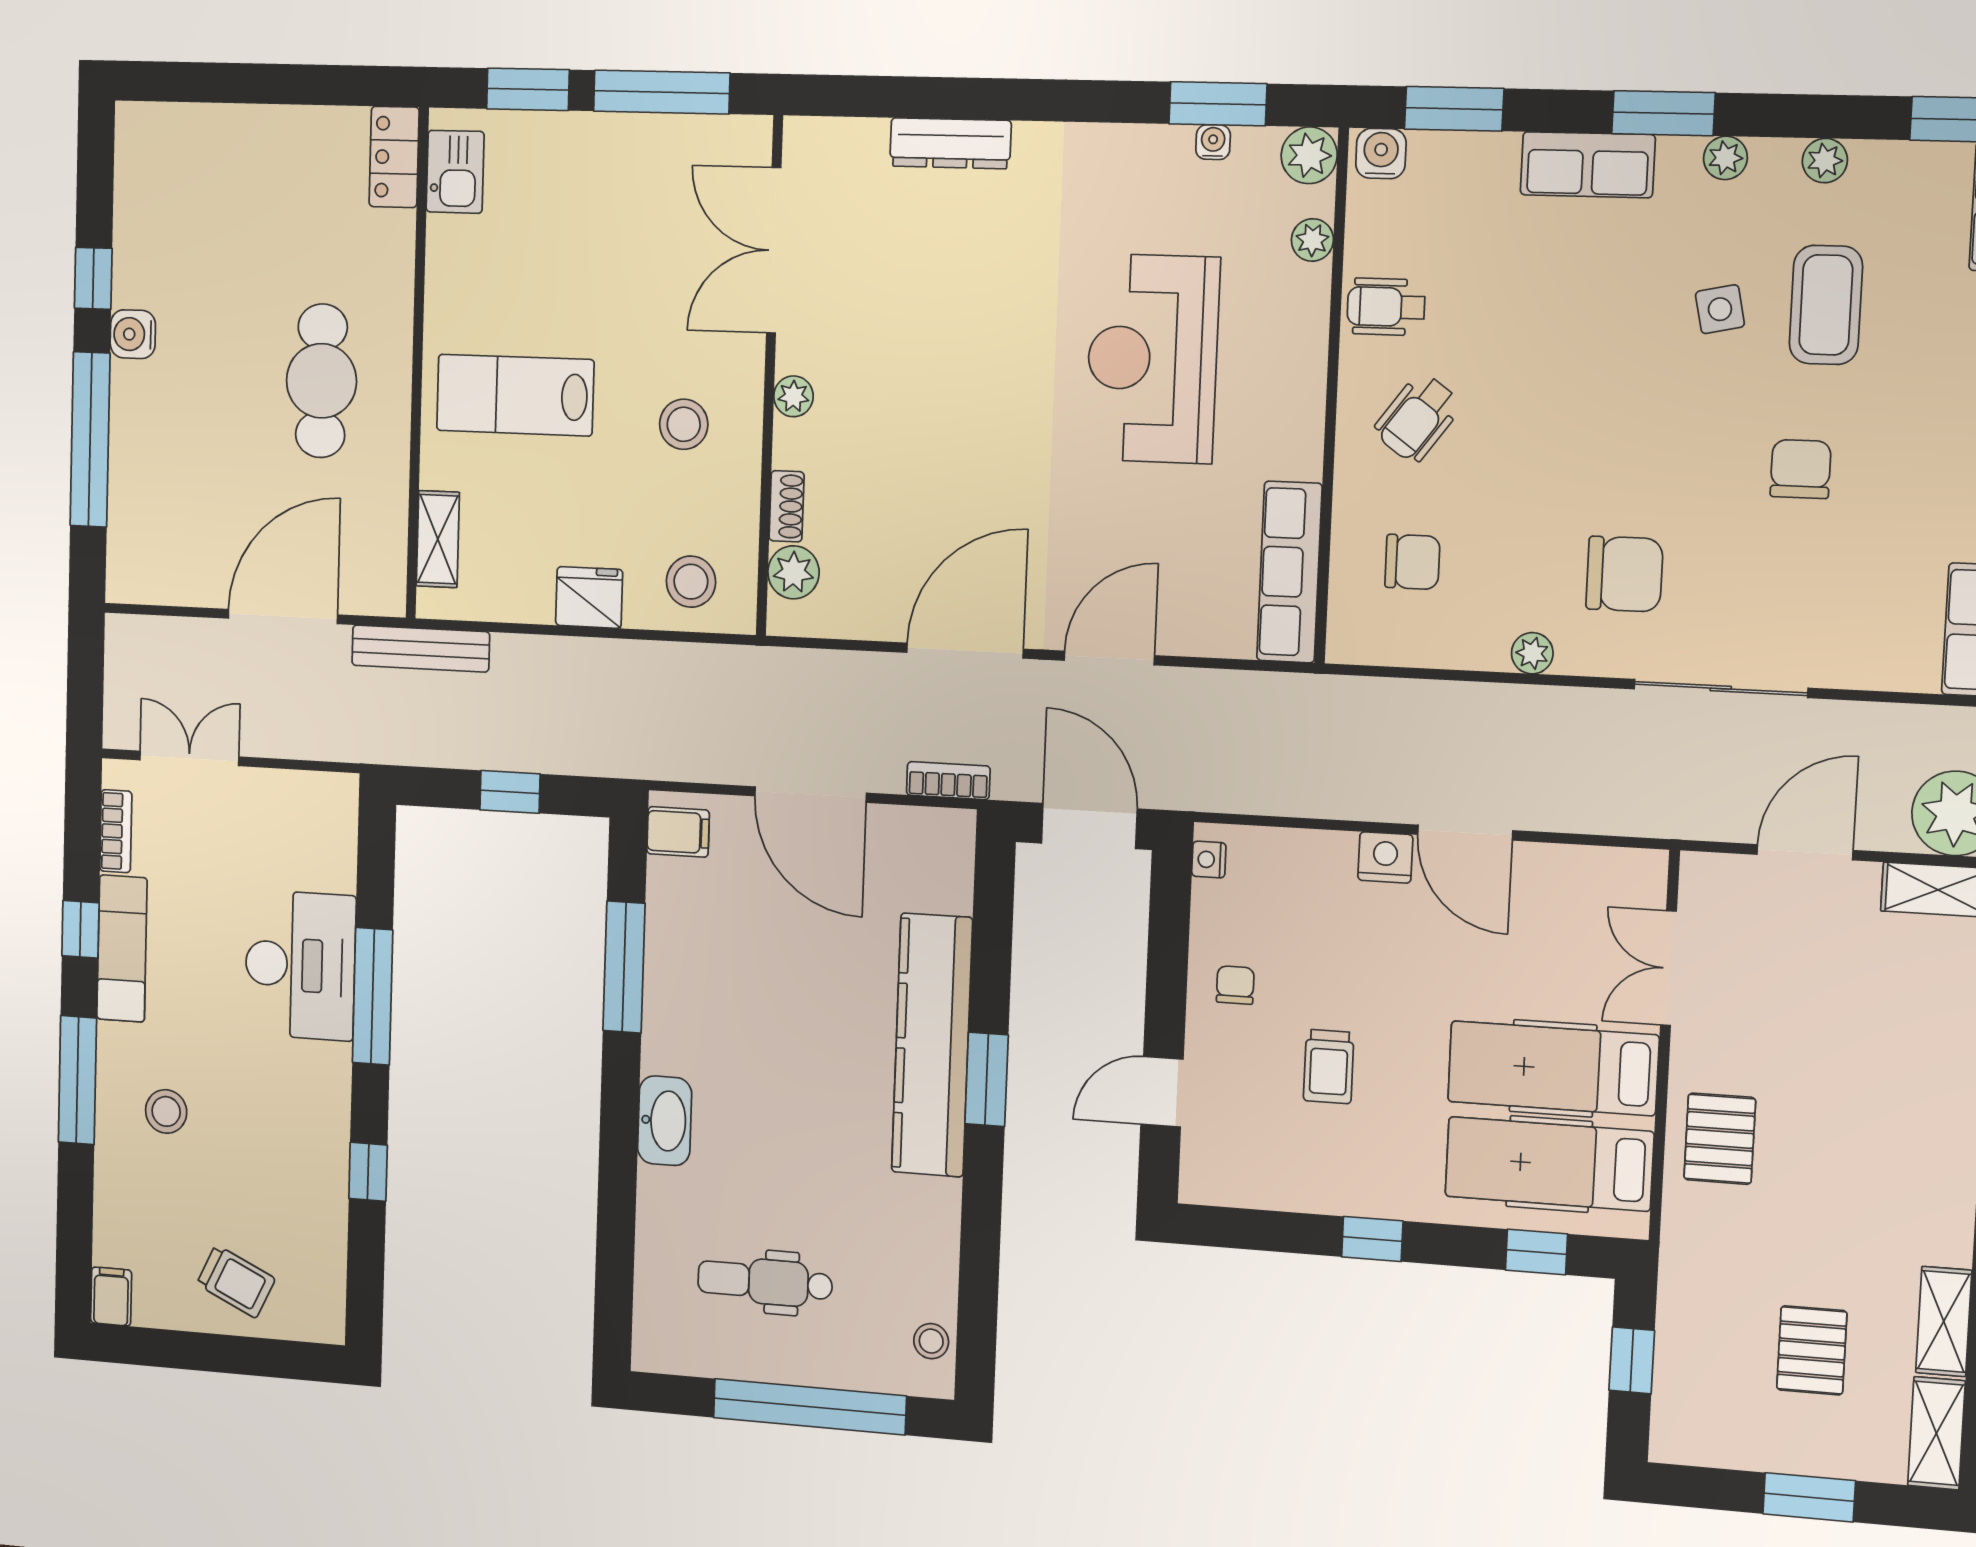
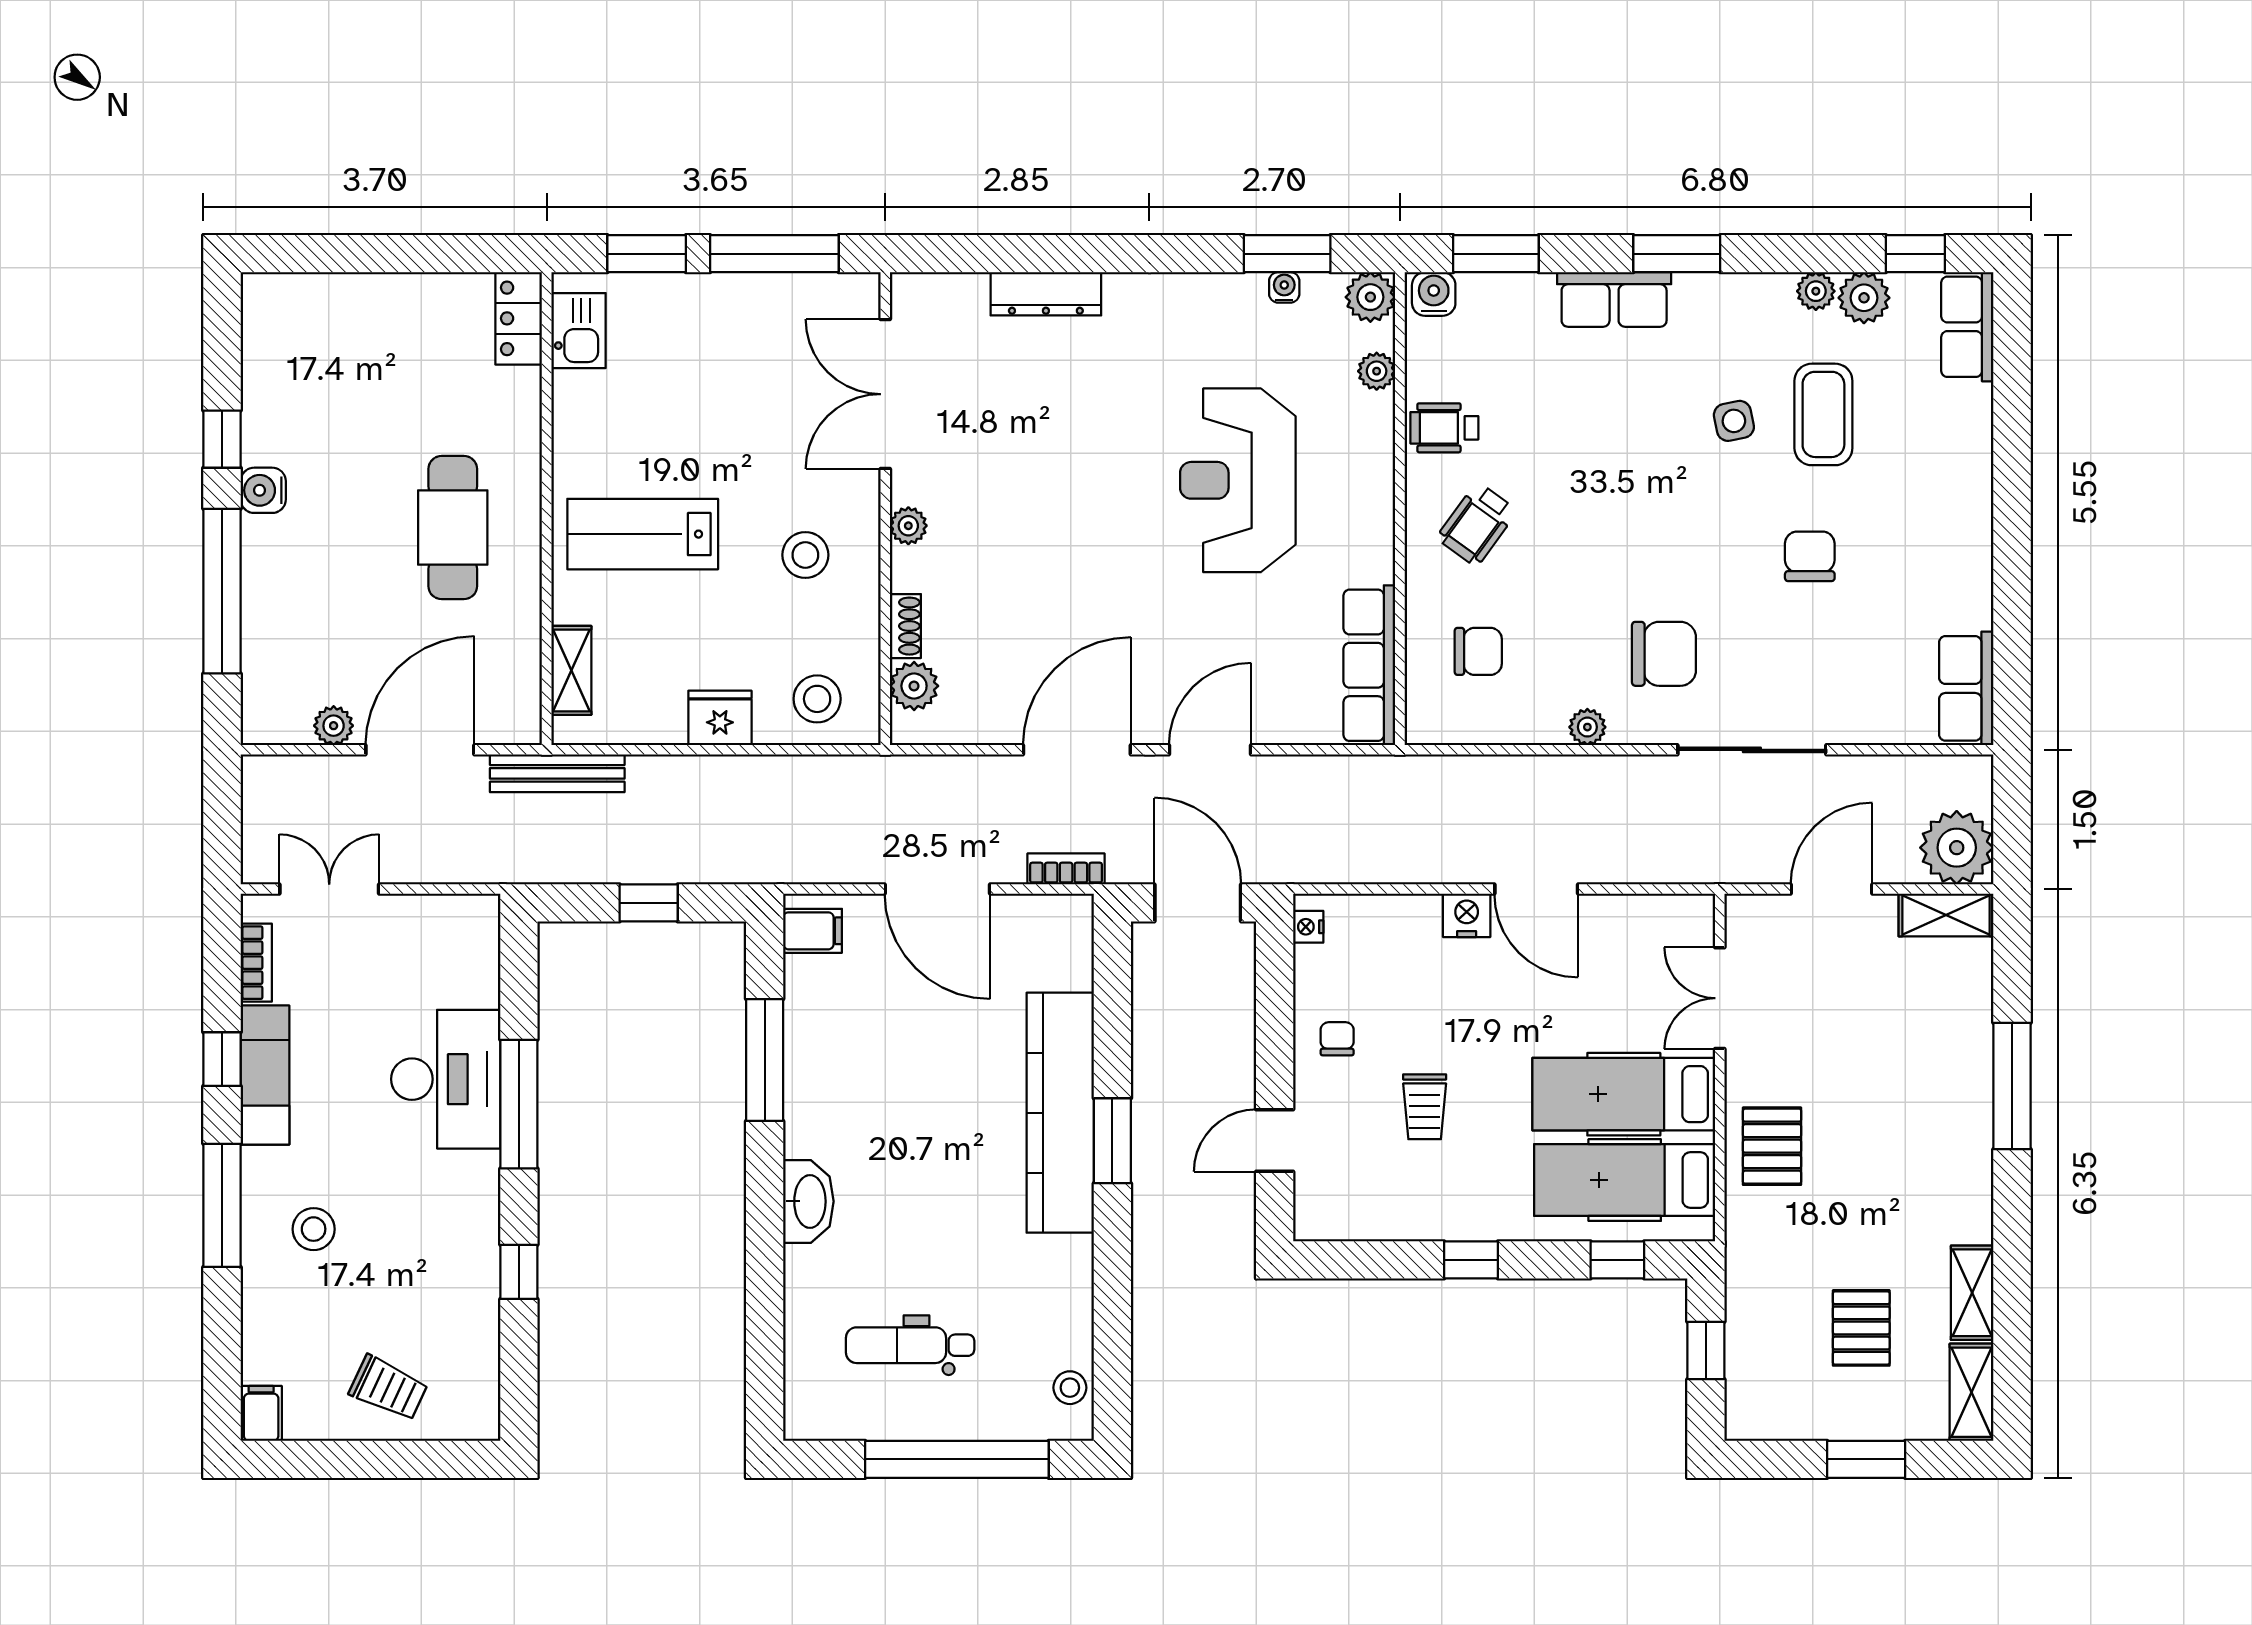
plant: (1725, 158) -> (1864, 298), moved, width x1.38, depth x1.38
plant: (197, 587) -> (334, 726), added

